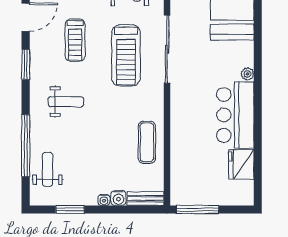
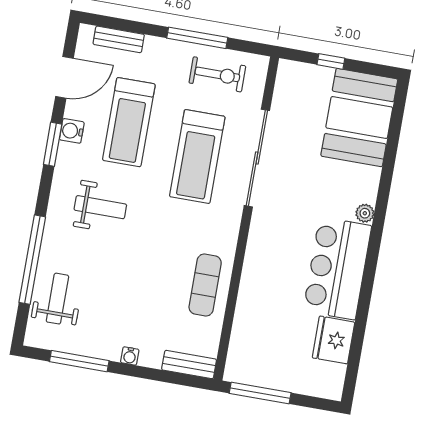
treadmill: (75, 40) -> (129, 122), width x1.37, depth x1.38
water cooler: (118, 198) -> (72, 131), moved, turned 90
window: (70, 209) -> (79, 361), width x1.44

